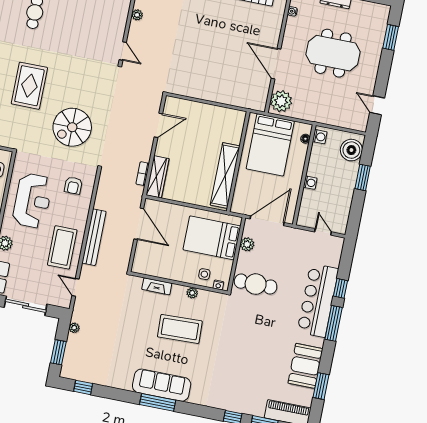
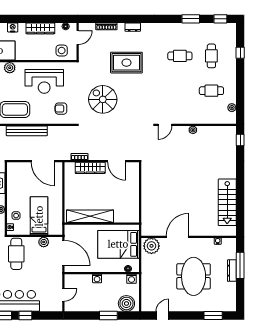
wardrobe: (157, 177) -> (90, 168), moved
door: (139, 224) -> (43, 161), hinge flipped
bed: (212, 238) -> (39, 216), width x0.67

